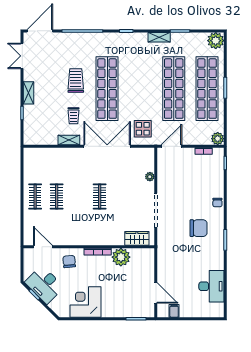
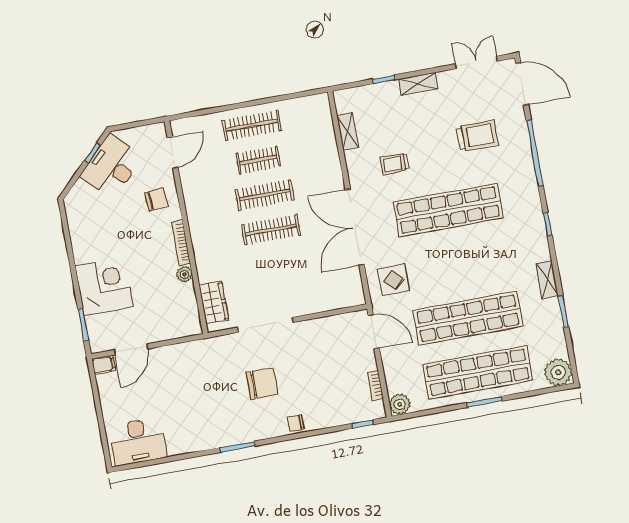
trolley: (76, 81) -> (477, 136), moved
shelving: (69, 140) -> (348, 131), moved
double door: (107, 146) -> (355, 227), swing flipped
plant: (150, 177) -> (318, 305), removed
clothes rail: (35, 196) -> (252, 125), width x1.36
clothes rail: (78, 196) -> (265, 195), added
clothes rail: (100, 196) -> (271, 230), width x1.36
chair: (199, 228) -> (262, 384), moved, turned -90
plant: (121, 257) -> (184, 274), width x0.53, depth x0.53
desk: (211, 286) -> (138, 442), moved
corner desk: (85, 302) -> (104, 286), moved
filing cabinet: (174, 311) -> (104, 365), moved

